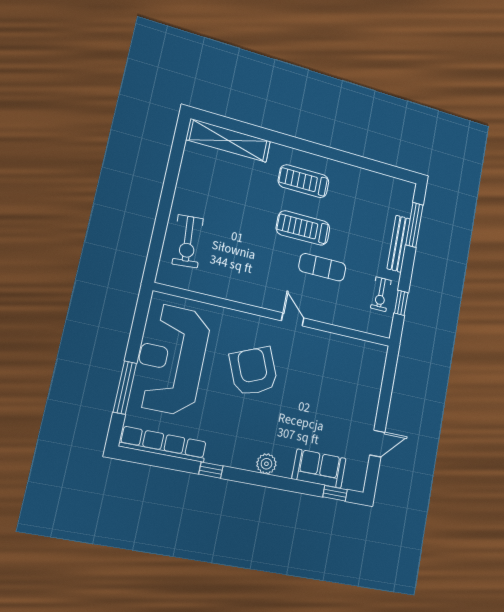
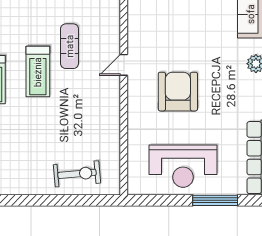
reception desk: (171, 359) -> (183, 166), width x0.74, depth x0.77
armchair: (254, 371) -> (178, 92), turned 113

